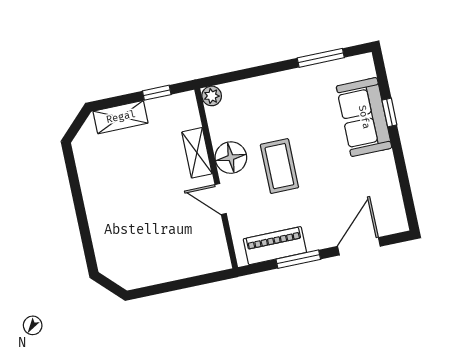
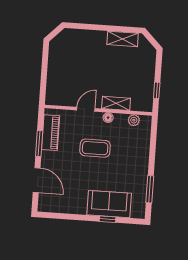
plant: (212, 96) -> (134, 120), moved
shelving: (121, 117) -> (123, 39), moved, turned 90
floor lamp: (231, 158) -> (108, 118), width x0.53, depth x0.53

